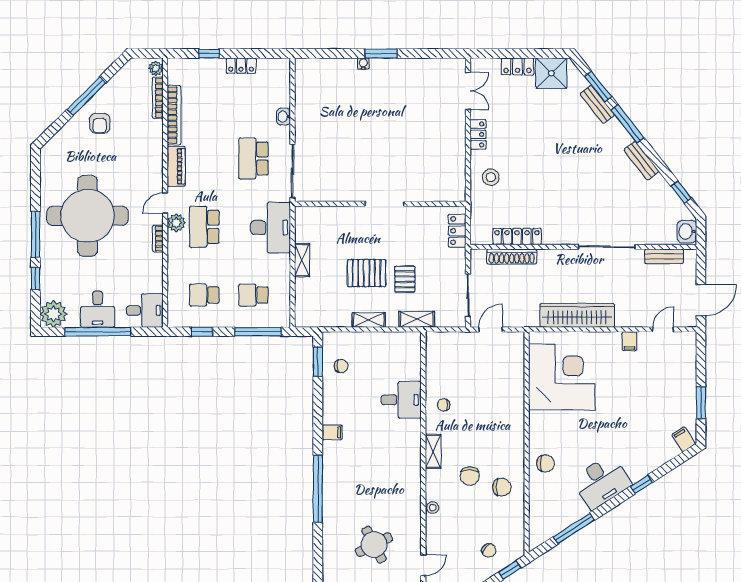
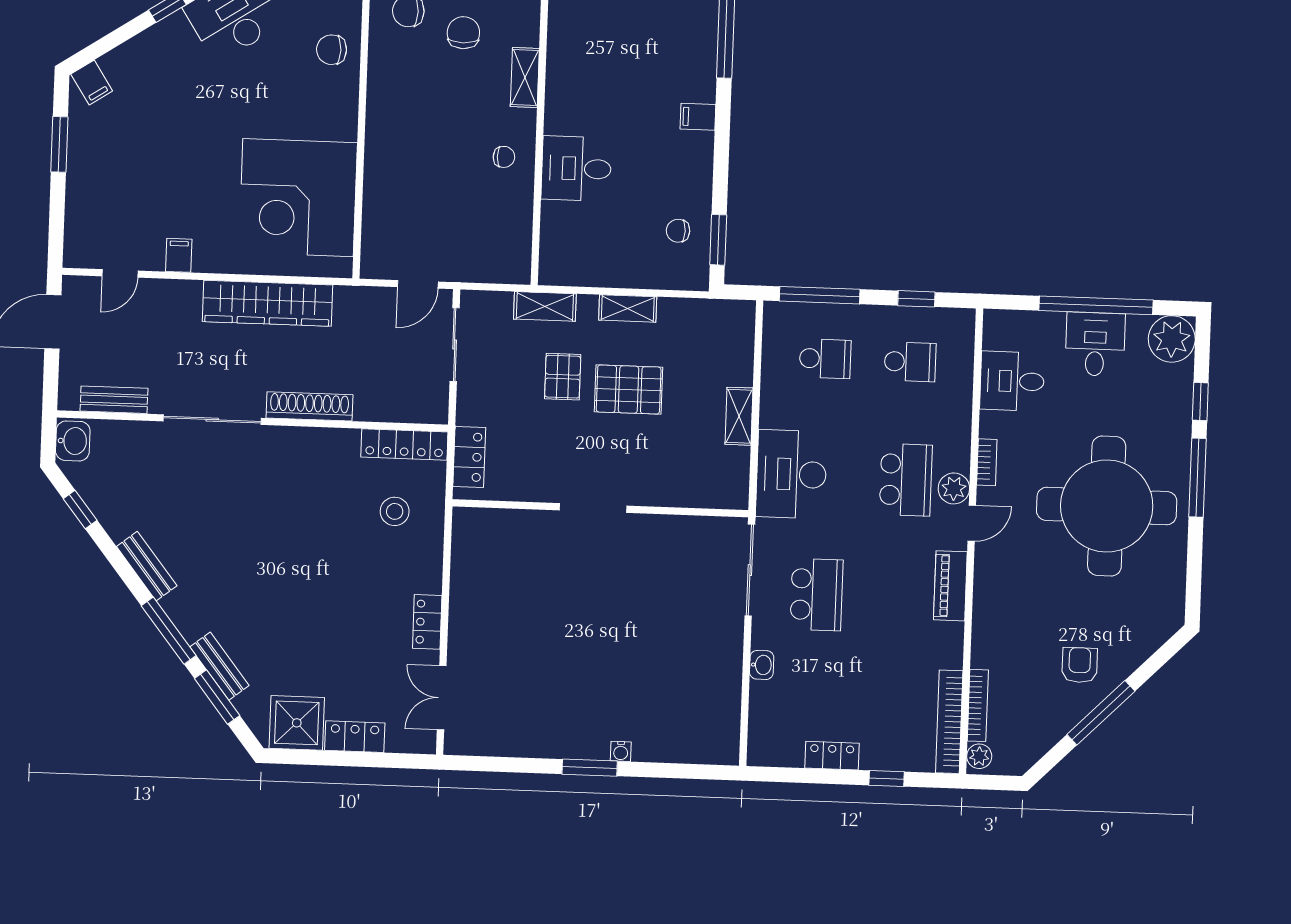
bookcase: (174, 115) -> (949, 722), moved
stool: (491, 177) -> (395, 511), moved
locker: (517, 237) -> (404, 444), moved
shoe rack: (512, 257) -> (309, 406), moved
desk: (145, 310) -> (1012, 381), moved

